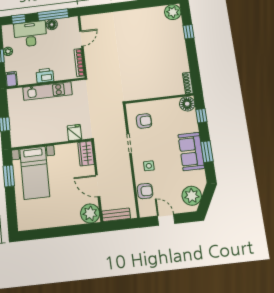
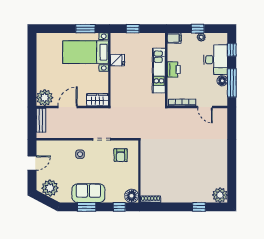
fridge: (74, 133) -> (117, 60), moved
armchair: (145, 191) -> (59, 148), removed

